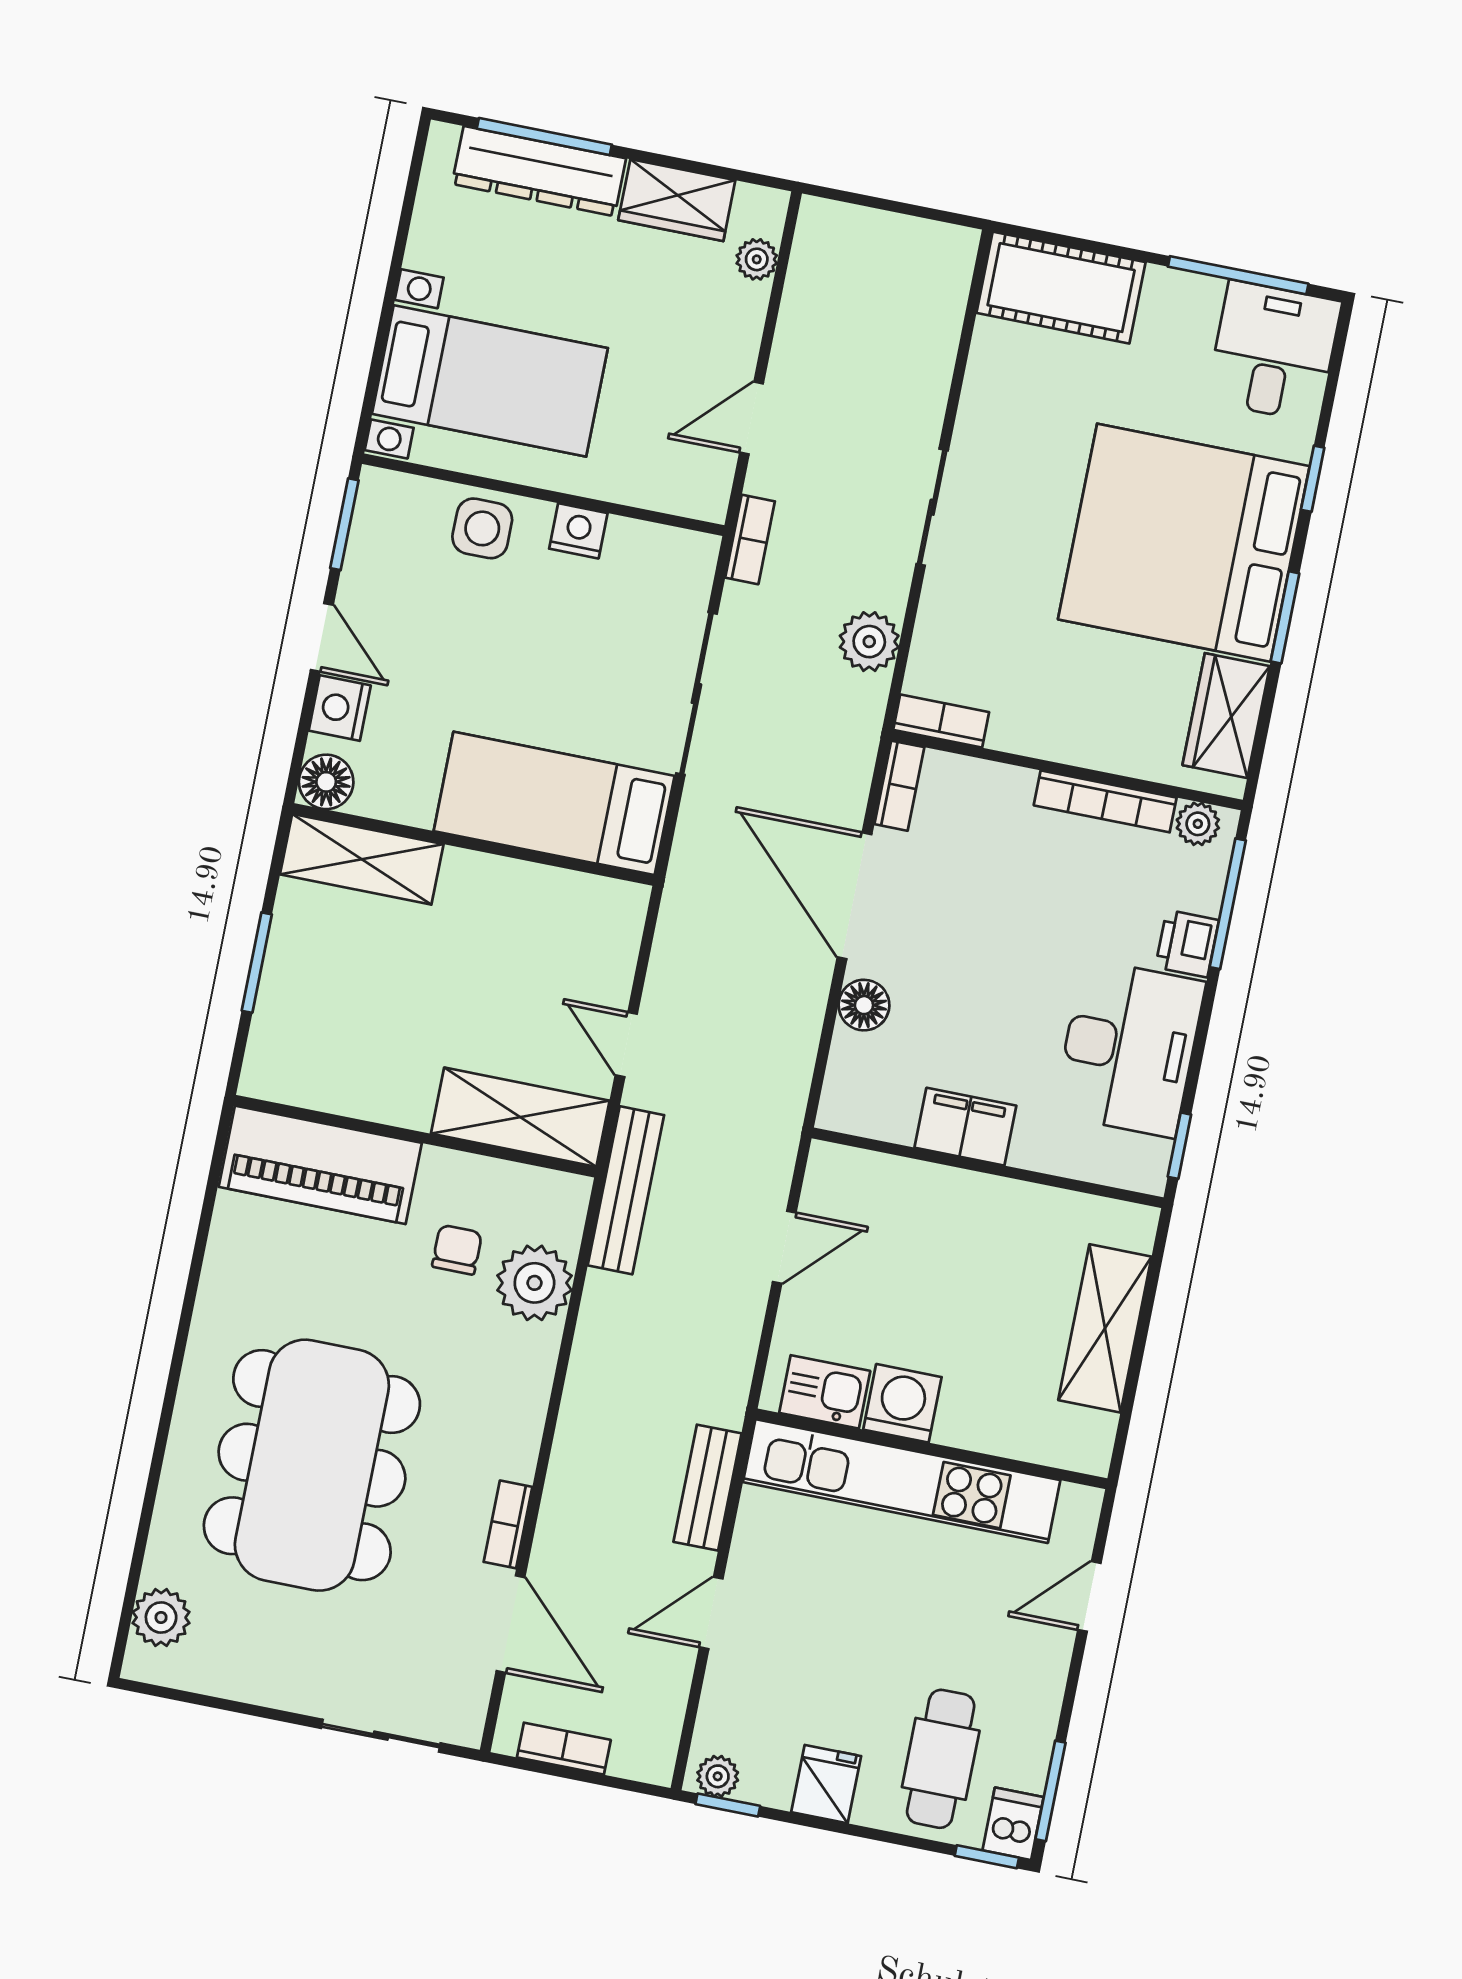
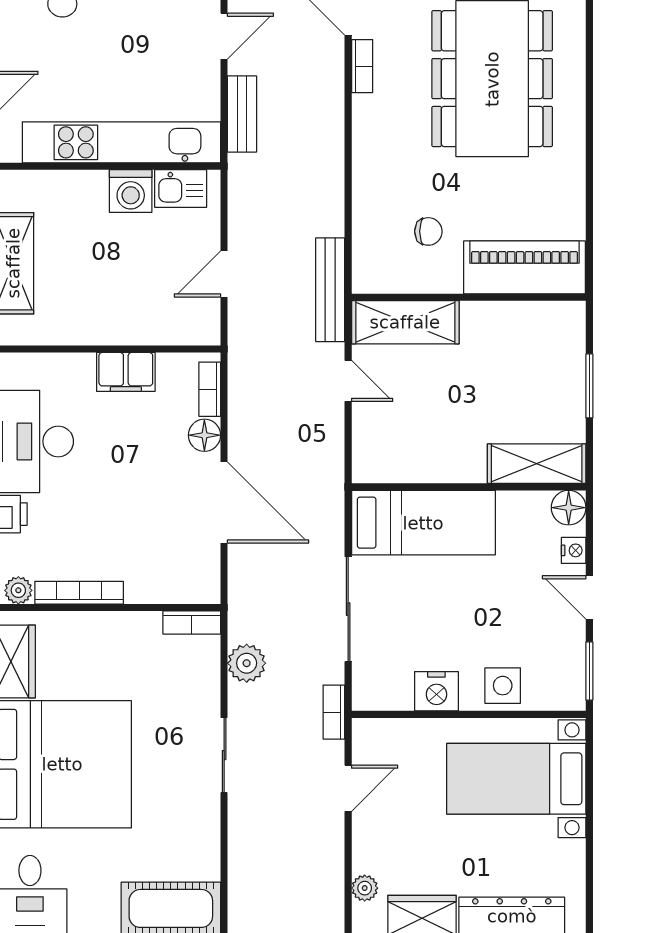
nightstand: (578, 531) -> (436, 691), width x1.36, depth x1.33
nightstand: (340, 708) -> (574, 550), width x0.72, depth x0.74
bookcase: (899, 786) -> (210, 389), moved
chair: (457, 1250) -> (428, 231), turned -90
plant: (534, 1283) -> (376, 220), removed

